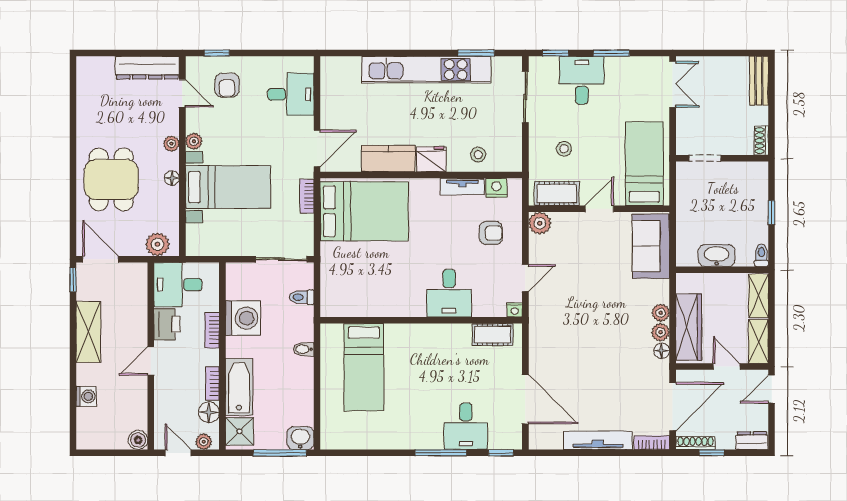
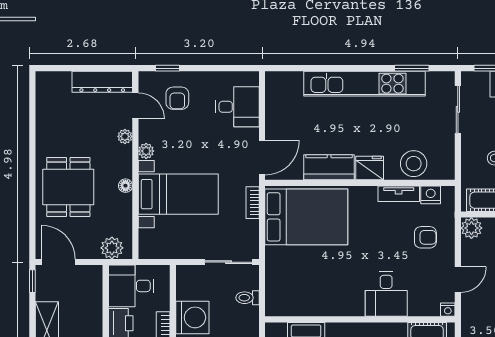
plant: (171, 144) -> (125, 136), moved
stool: (478, 155) -> (414, 164), width x1.89, depth x1.89

